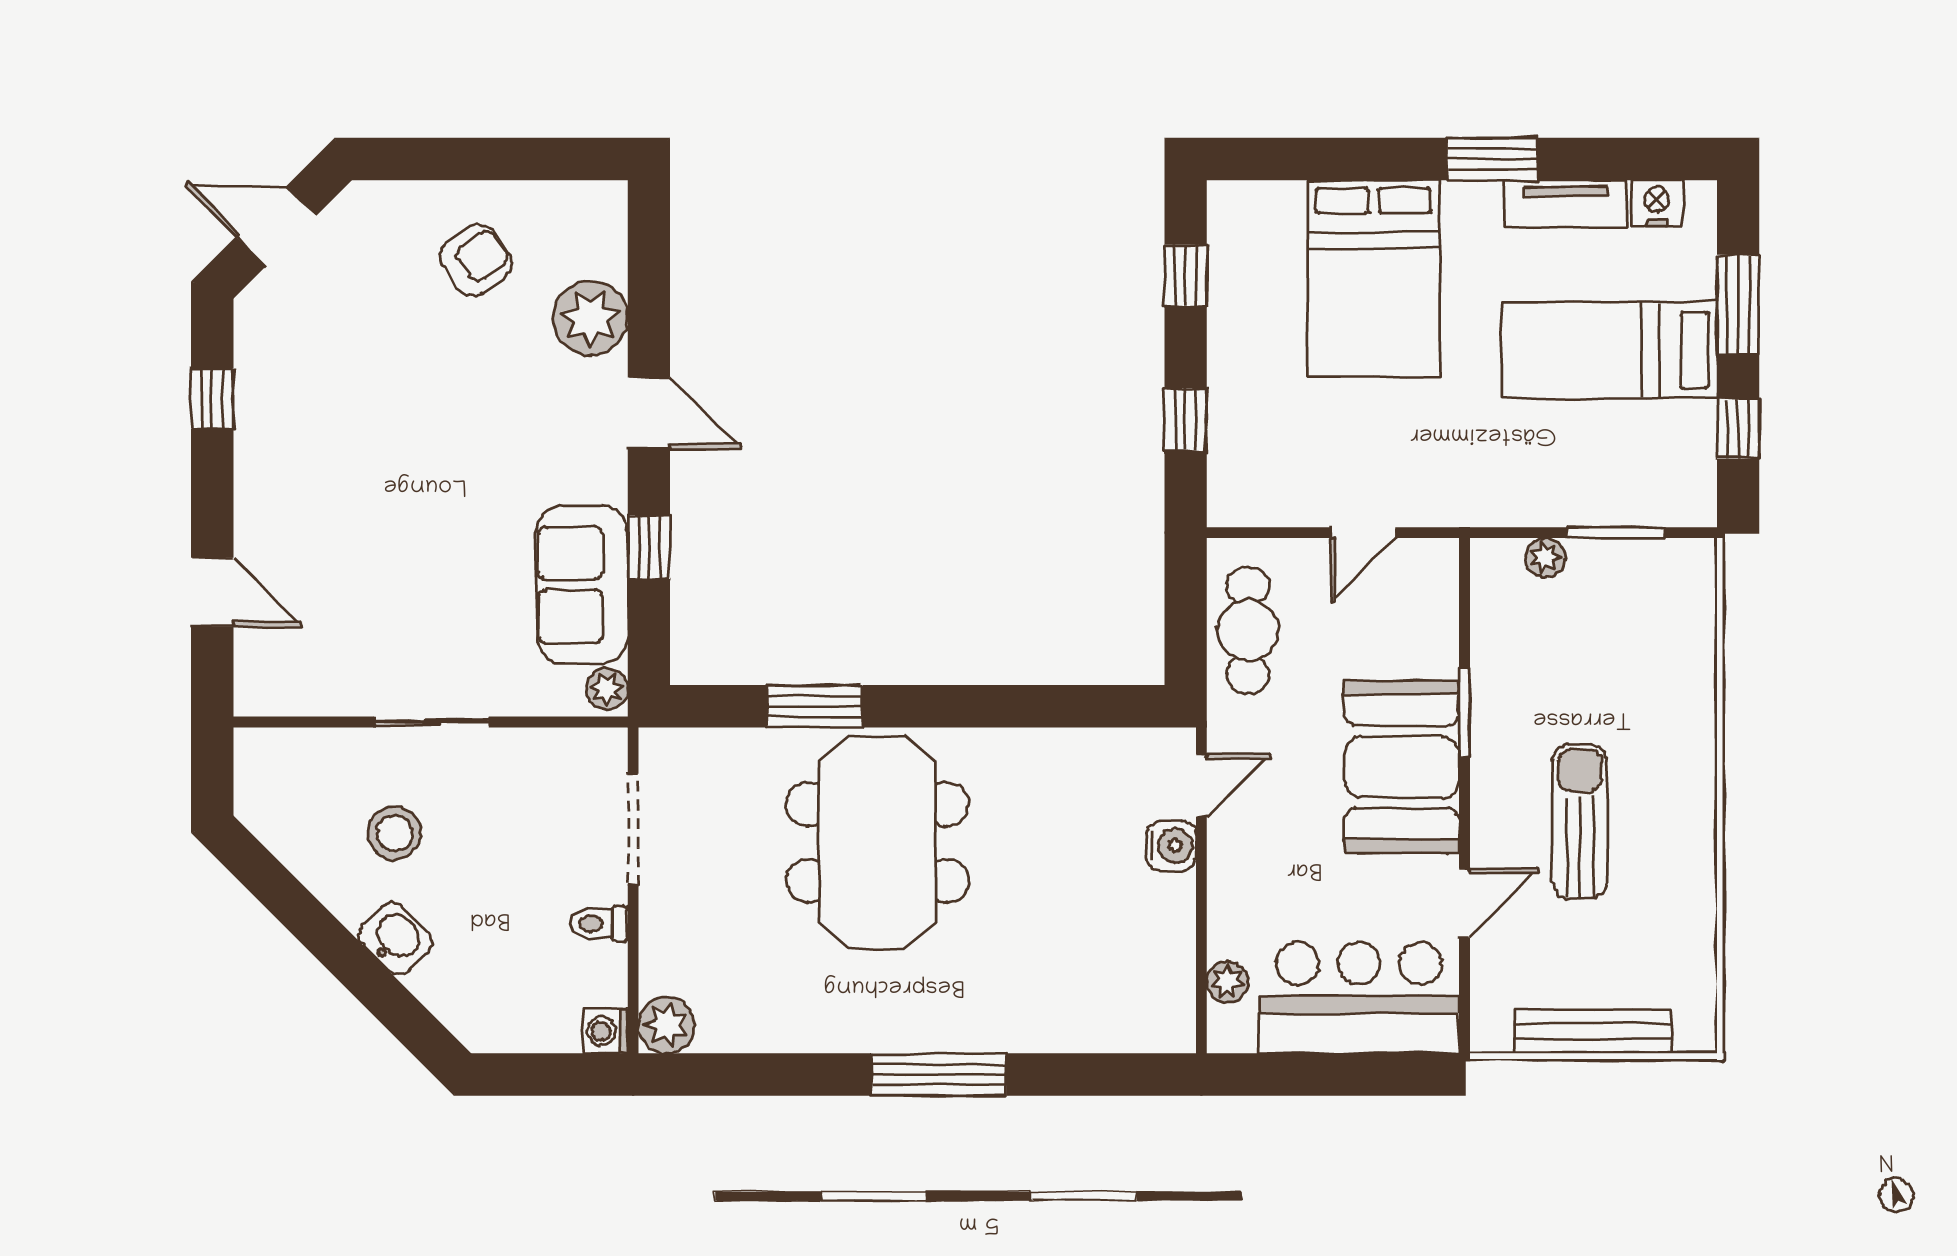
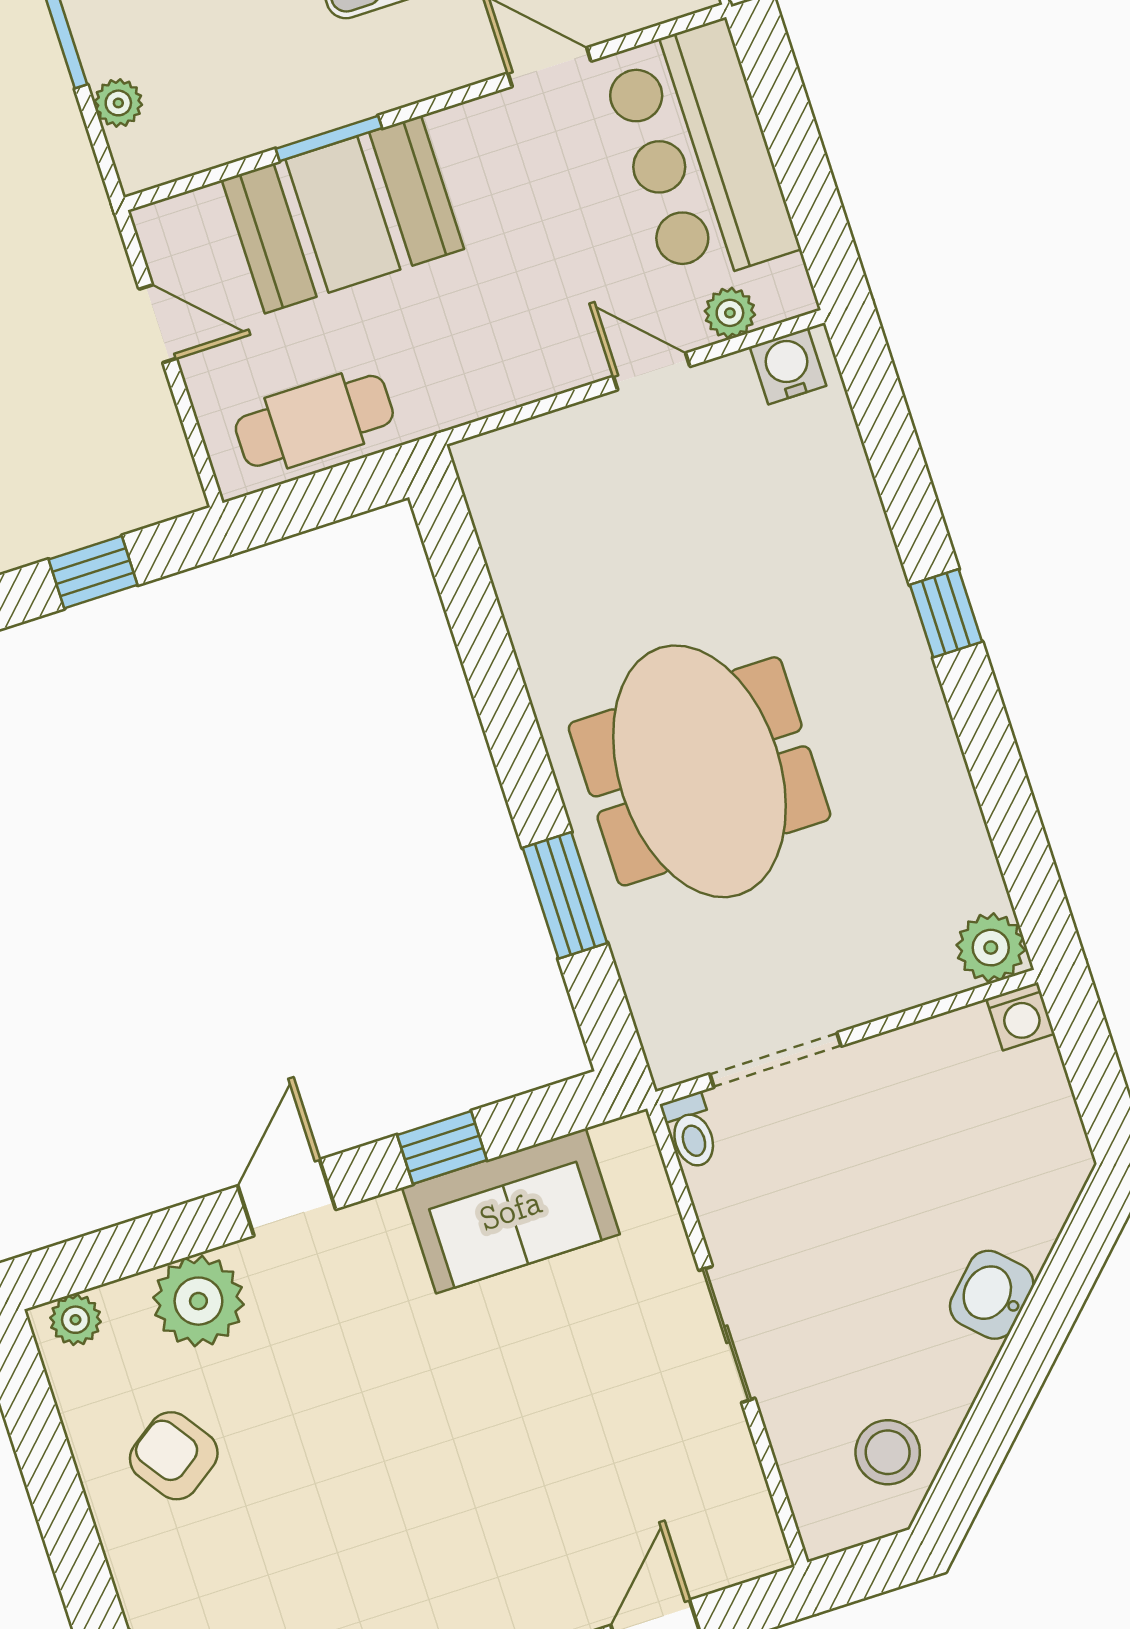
plant: (607, 689) -> (75, 1320), moved
booth: (1402, 767) -> (343, 214), moved
door: (1201, 786) -> (652, 371), moved
stool: (394, 833) -> (888, 1452), moved
meeting table: (877, 842) -> (700, 771), turned 90
water cooler: (1171, 846) -> (788, 366), moved
toilet: (599, 924) -> (691, 1131), moved
window: (939, 1075) -> (946, 613), width x0.46

